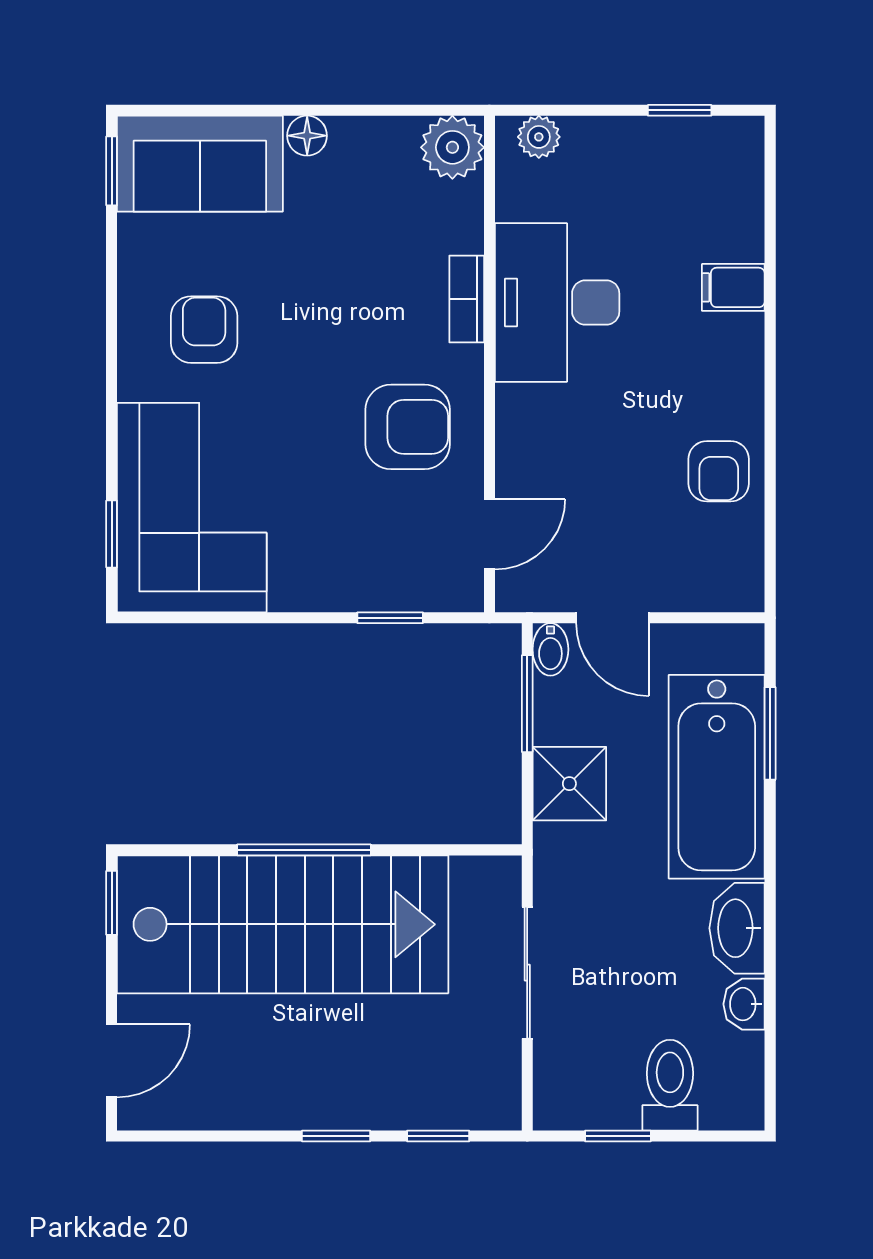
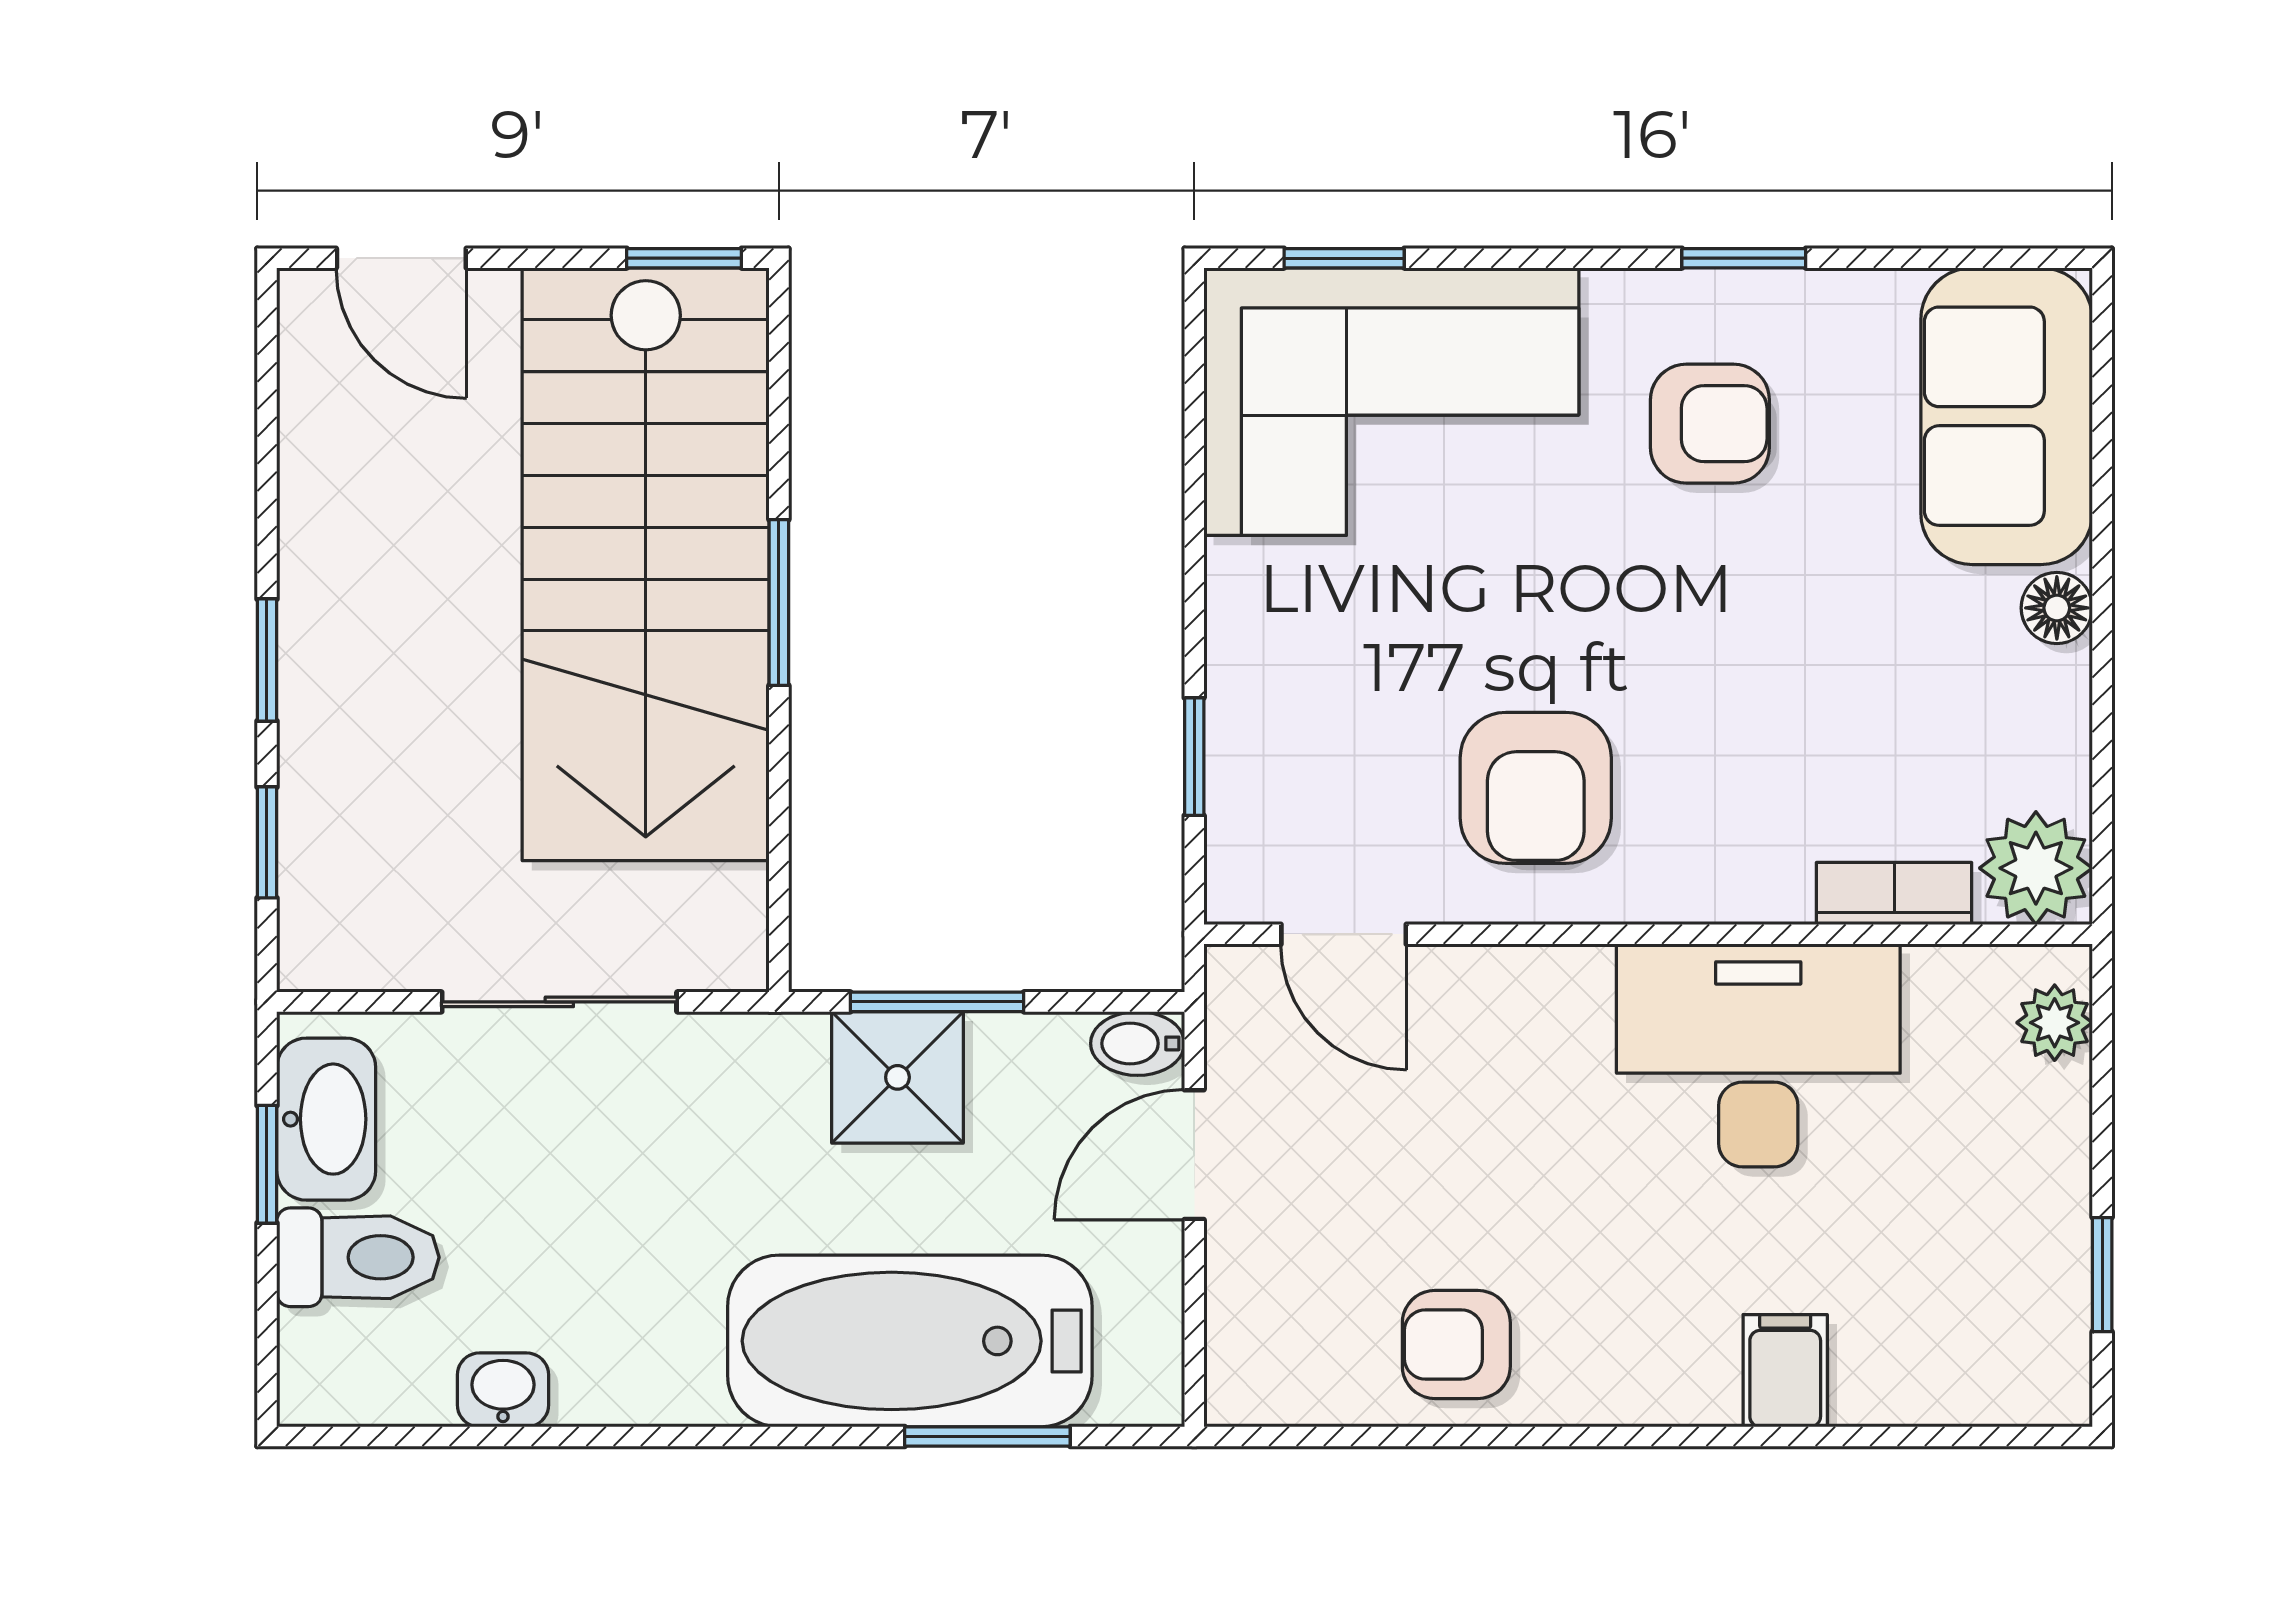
window: (112, 171) -> (1744, 258), moved
bookcase: (467, 299) -> (1894, 894), moved
window: (527, 704) -> (937, 1002), moved
window: (304, 850) -> (779, 603), width x0.69
washbasin: (737, 928) -> (326, 1119), moved, turned 90

